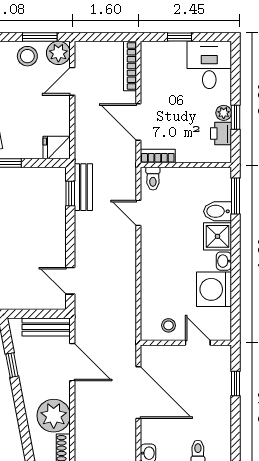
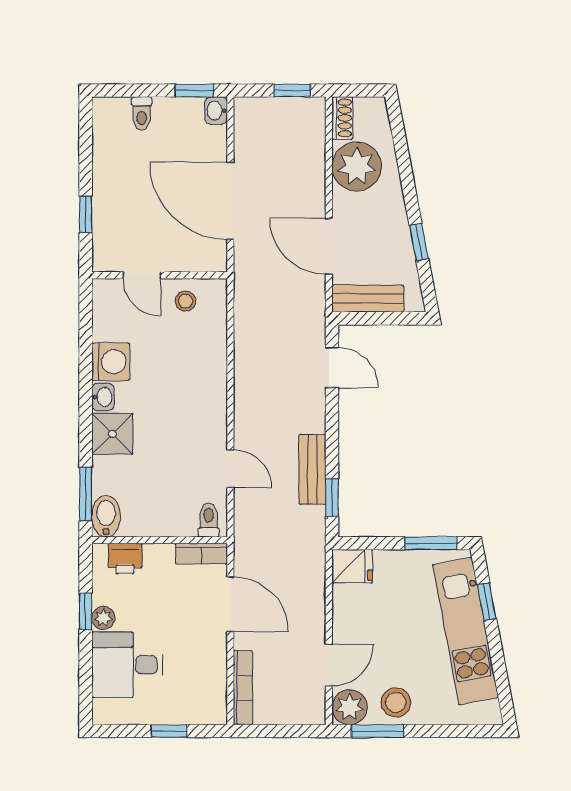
desk: (209, 65) -> (127, 665), moved, turned 90
printer: (221, 134) -> (125, 559), moved, turned 90
bench: (83, 187) -> (312, 469), moved
bidet: (217, 211) -> (106, 516), moved, turned -90
washing machine: (214, 289) -> (111, 362), width x0.73, depth x0.73

